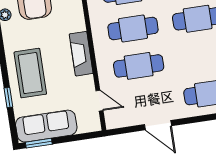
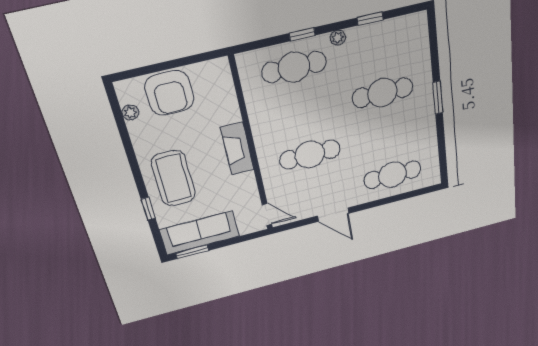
cafe table: (133, 28) -> (302, 112), removed
door: (100, 101) -> (267, 215), moved

